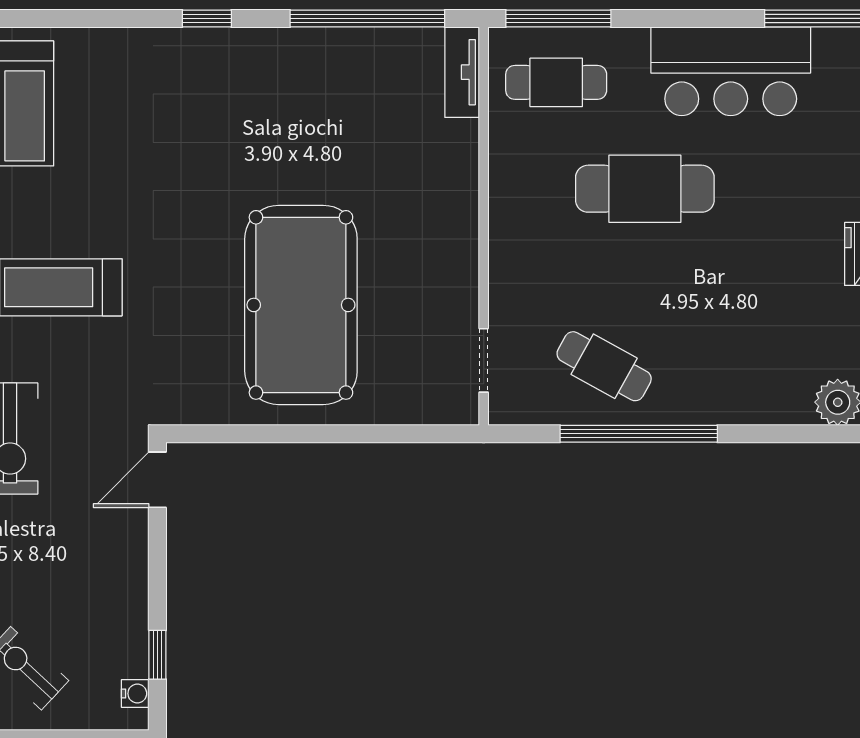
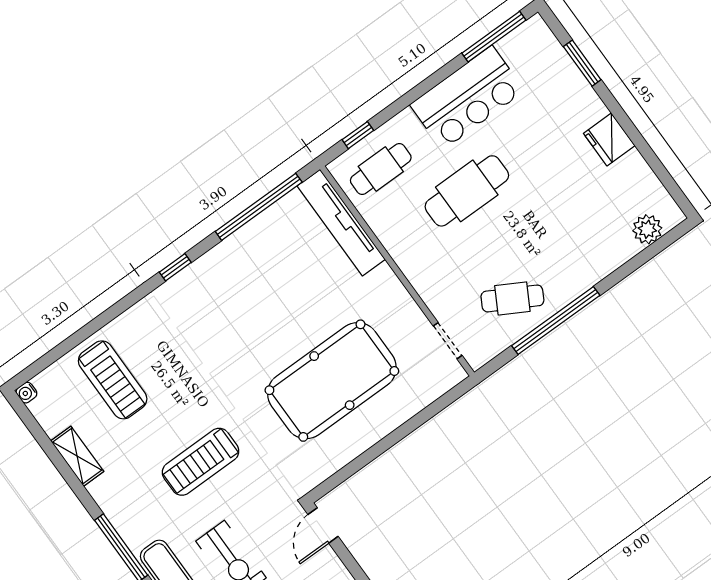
window: (558, 18) -> (358, 135), width x0.46
tv unit: (462, 72) -> (341, 223), width x1.92, depth x1.29
pool table: (301, 305) -> (332, 381), turned 90

